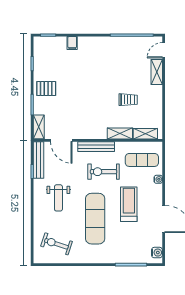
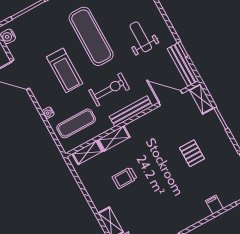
pallet: (46, 88) -> (192, 153), moved, turned 90

